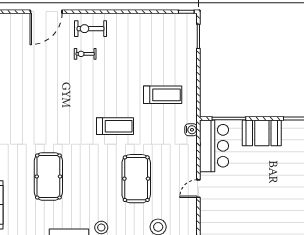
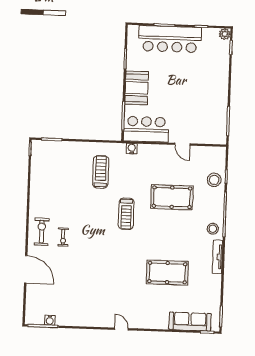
exercise bike: (90, 29) -> (42, 232), turned 180
treadmill: (115, 126) -> (126, 214), turned 180

